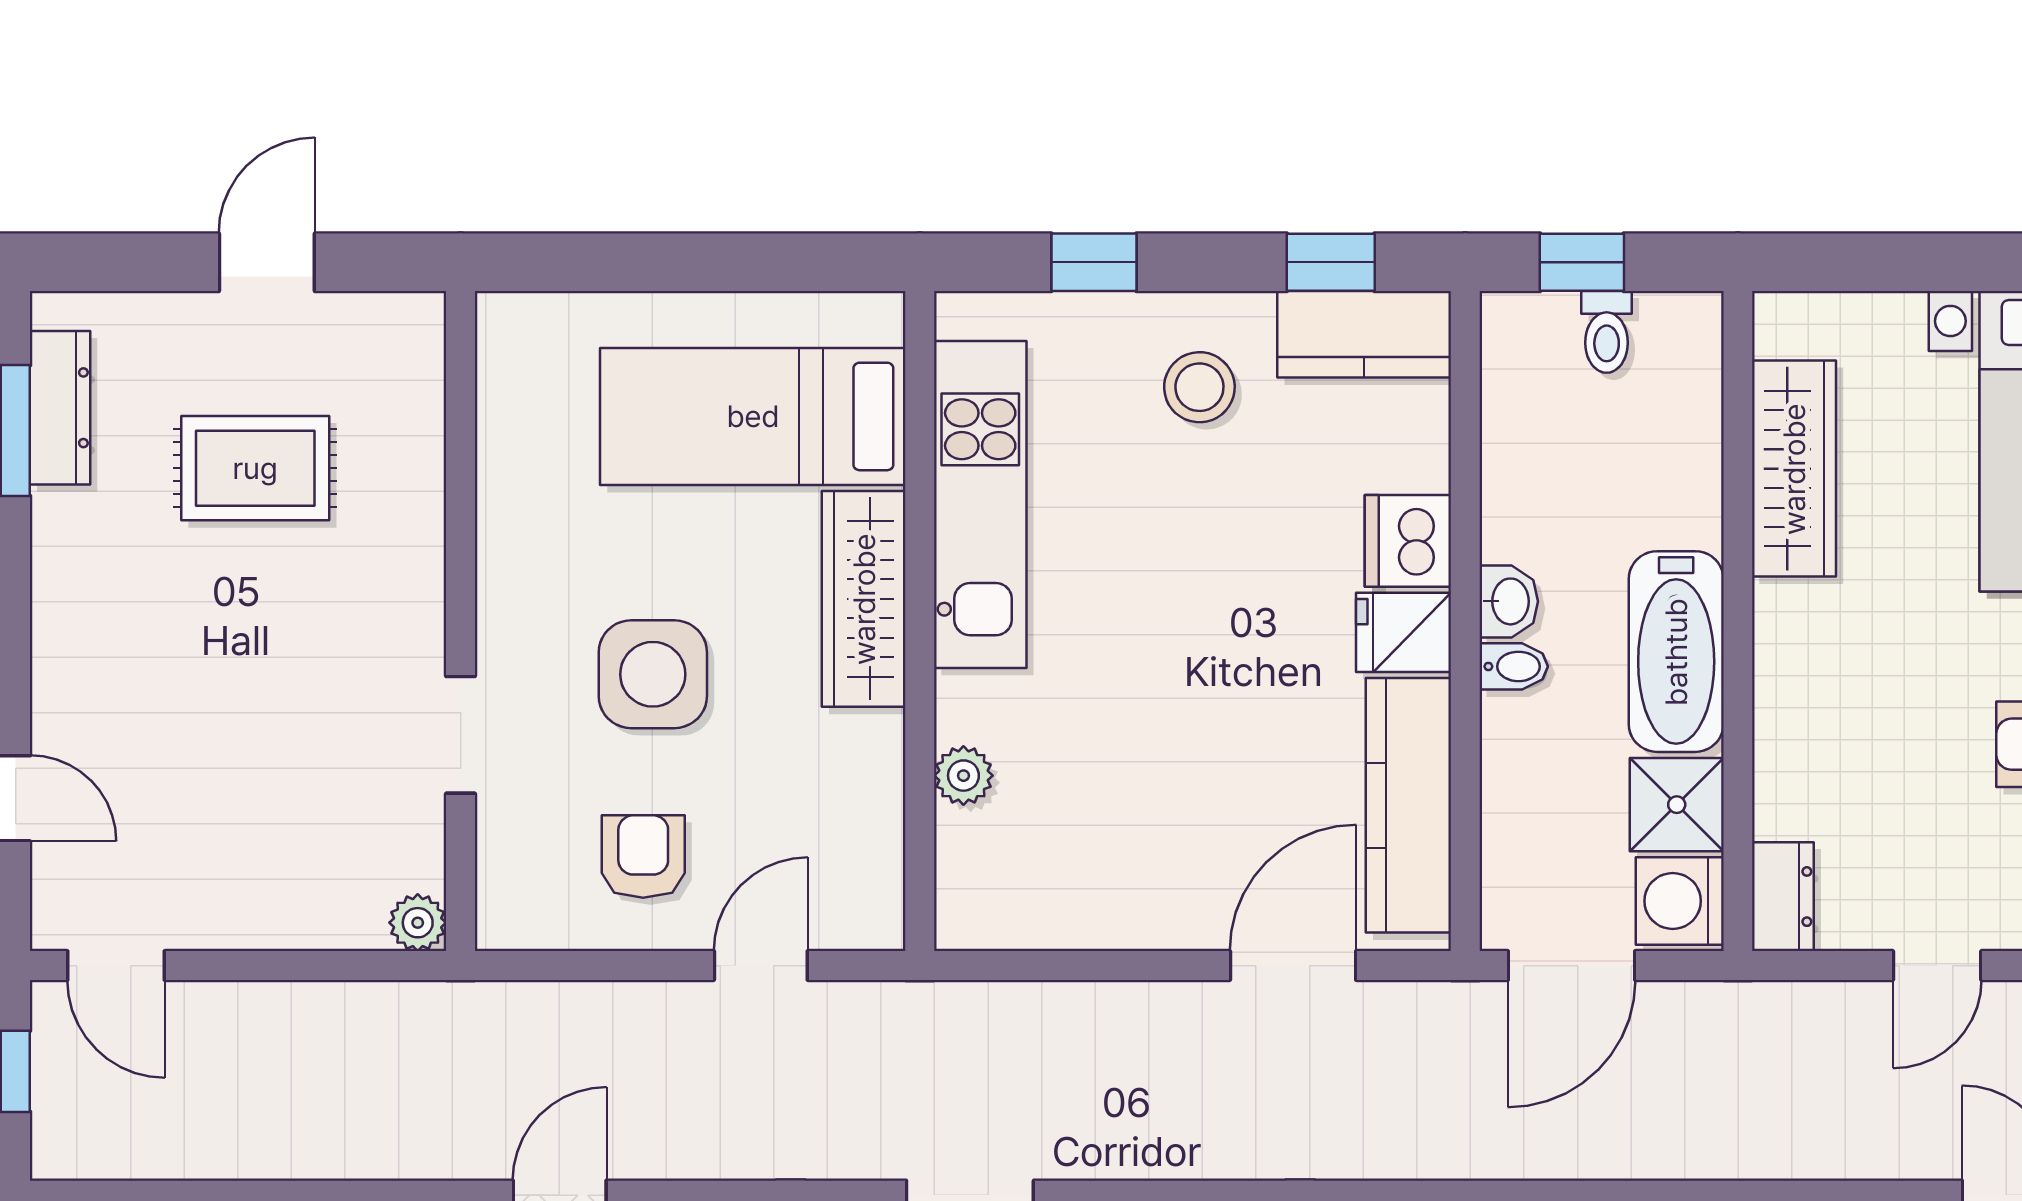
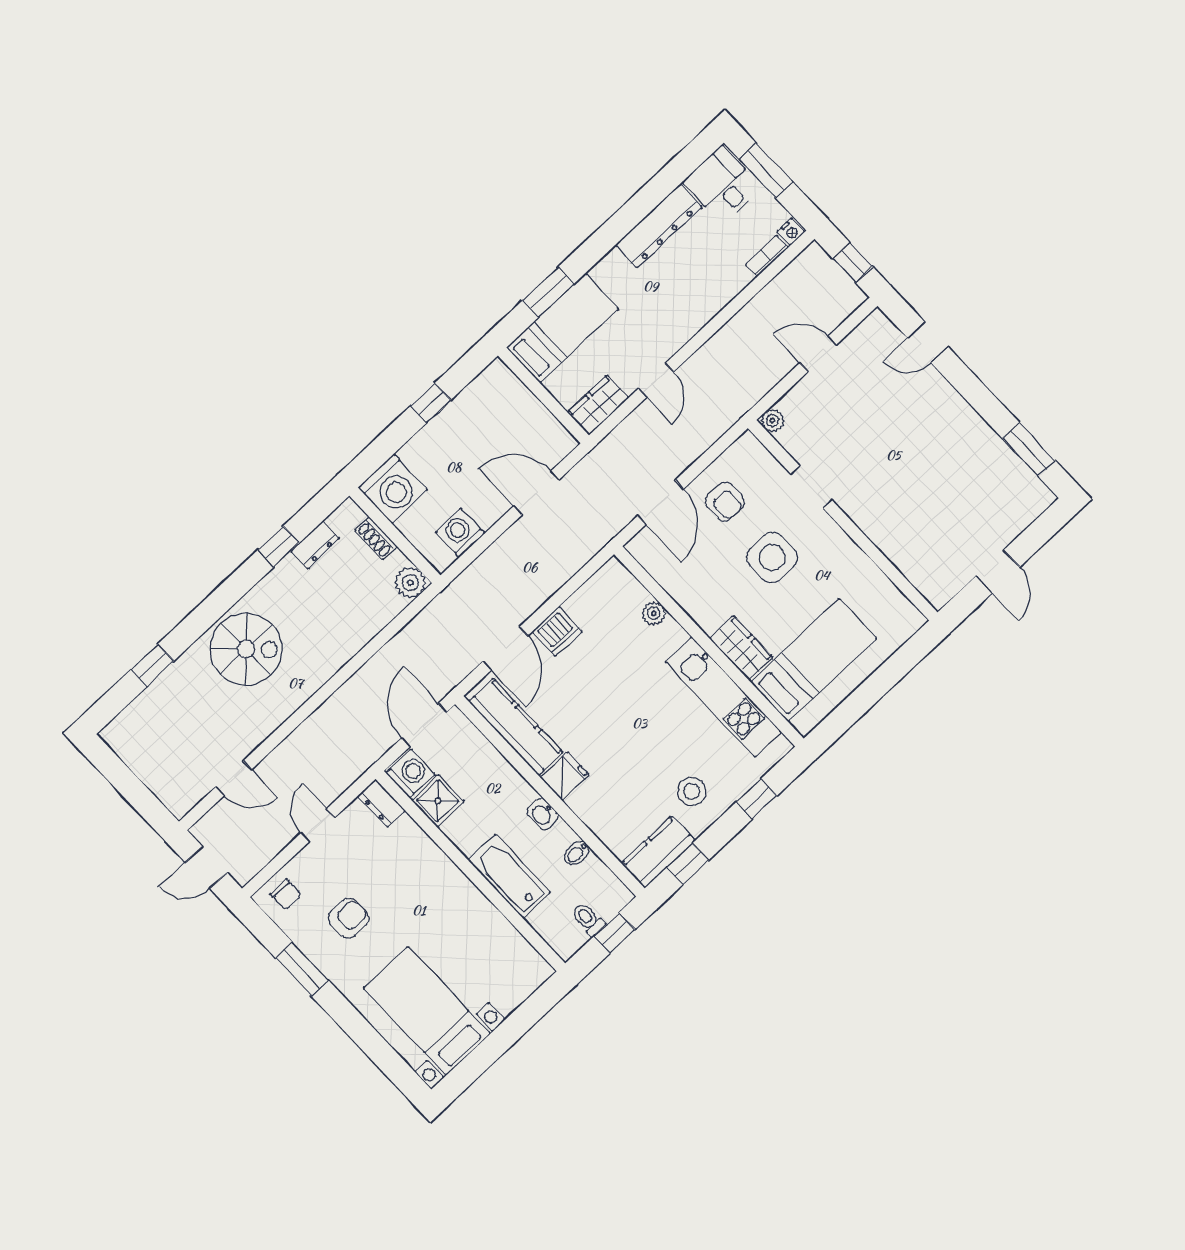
dresser: (60, 408) -> (1018, 472), removed
rug: (255, 468) -> (945, 508), removed
wardrobe: (1794, 469) -> (496, 931), removed
dishwasher: (1408, 541) -> (557, 632), moved, turned 90
wardrobe: (864, 599) -> (741, 648), width x0.67
bathtub: (1676, 652) -> (509, 876), moved
bidet: (1514, 666) -> (577, 853), moved
door: (116, 966) -> (818, 354), moved
door: (761, 966) -> (661, 502), width x1.38

